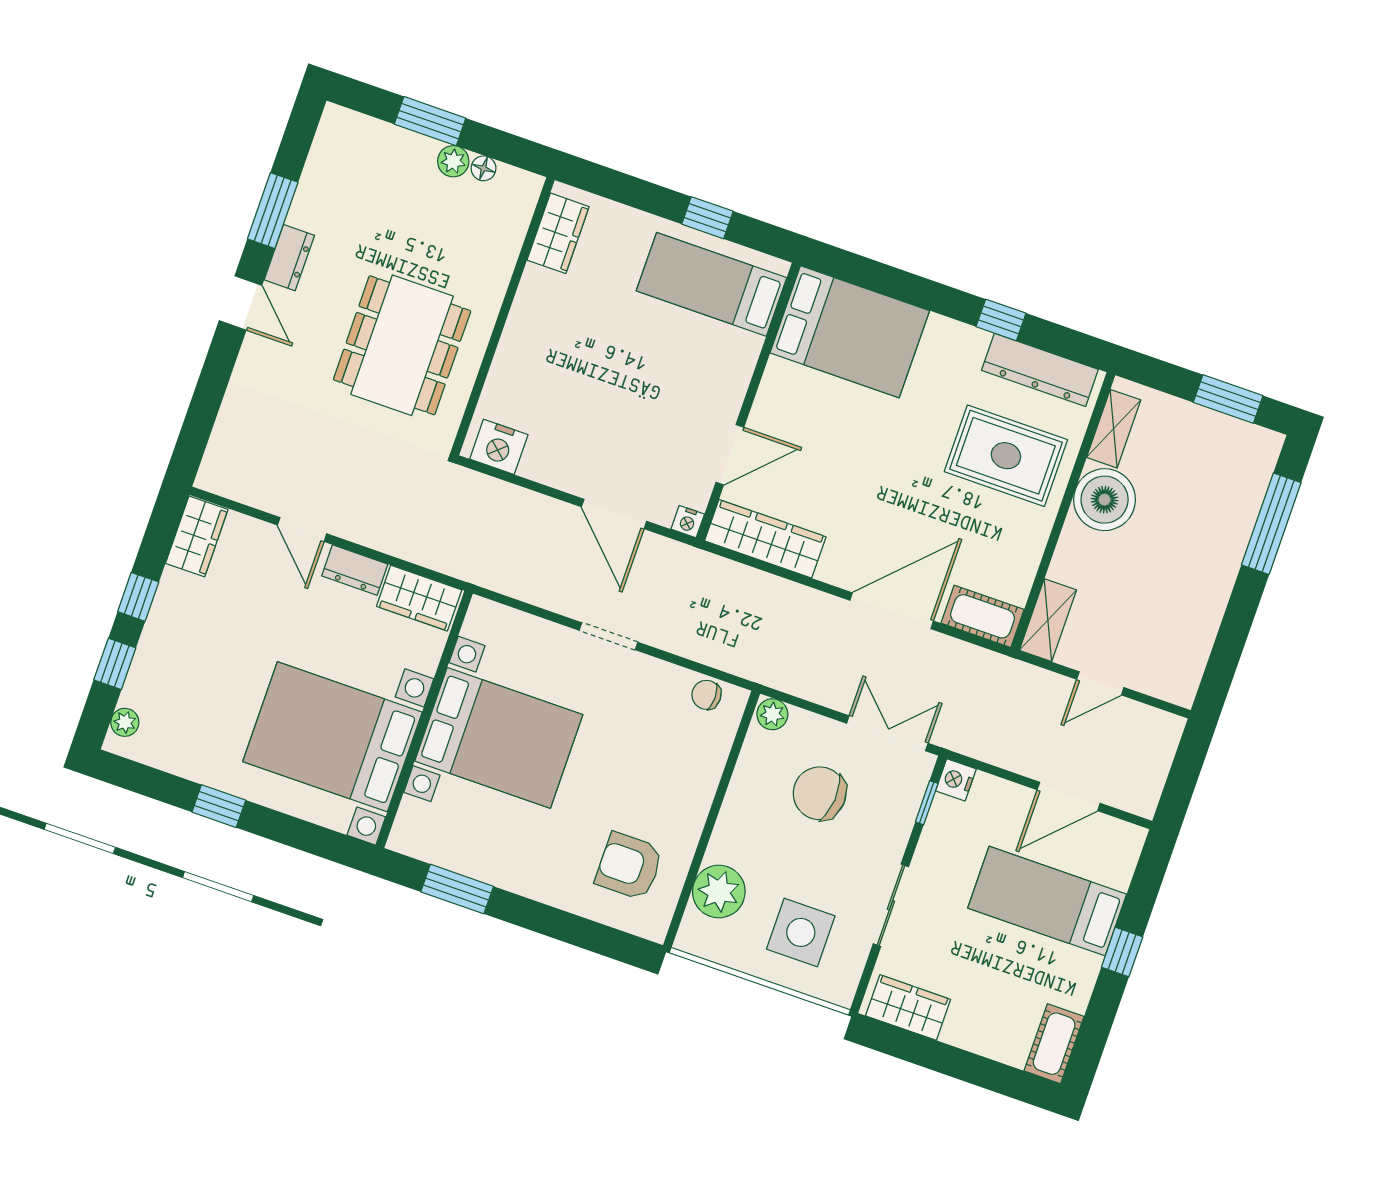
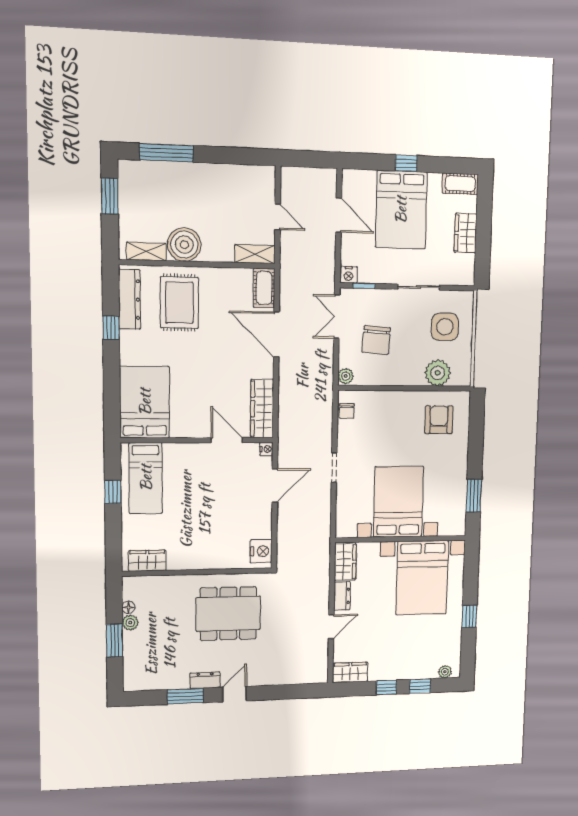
armchair: (629, 866) -> (439, 420), turned 180
bed: (1047, 901) -> (401, 210), width x1.50
wardrobe: (908, 1008) -> (466, 233), moved

